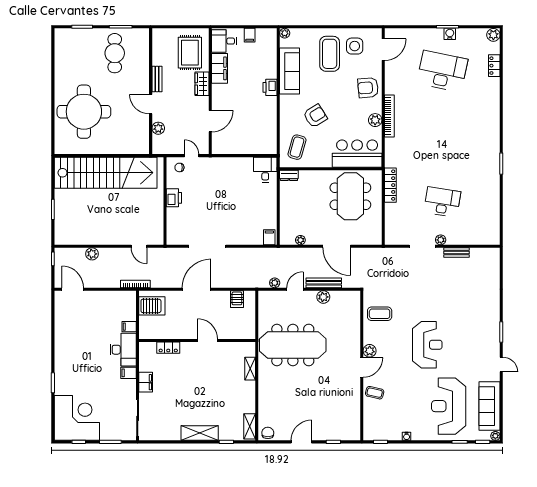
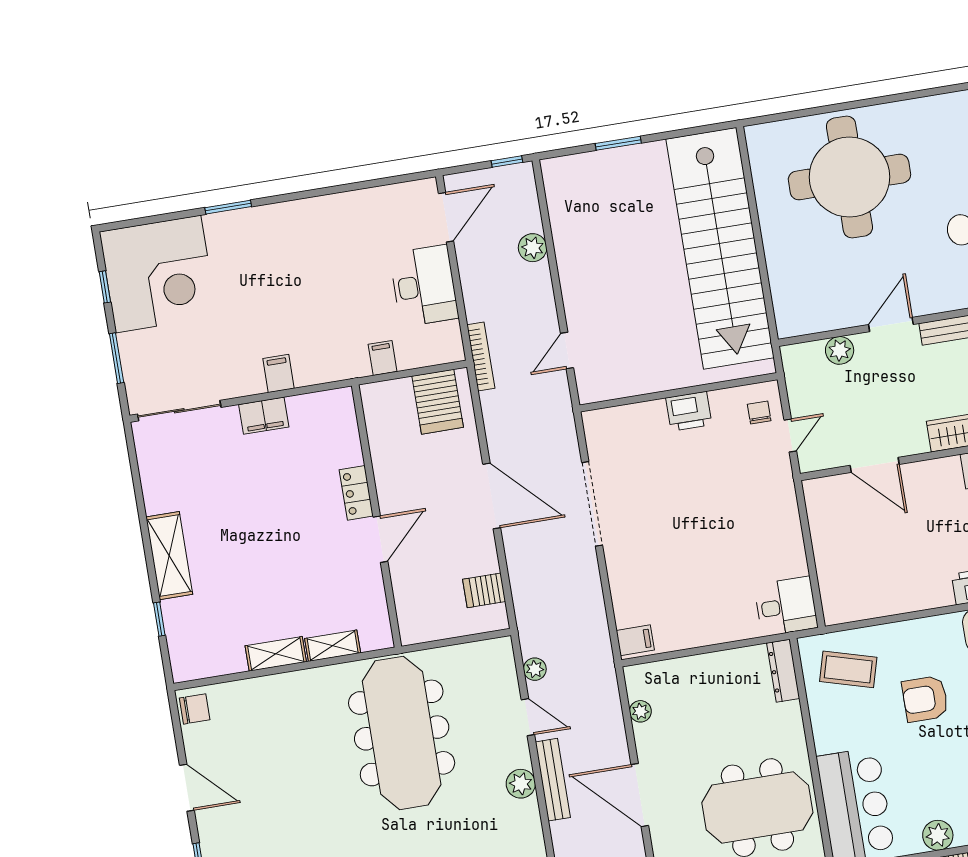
armchair: (315, 116) -> (925, 699), turned 122
dresser: (289, 175) -> (783, 671), width x1.44
door: (337, 246) -> (640, 795), hinge flipped
locker: (168, 348) -> (356, 493), moved
desk: (123, 350) -> (424, 286), moved, turned -90
shelving: (250, 426) -> (276, 654), moved

